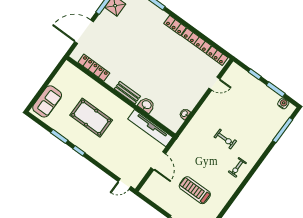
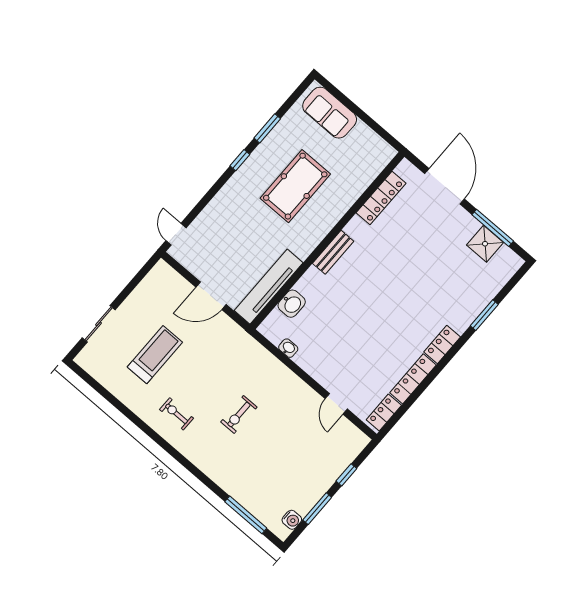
washbasin: (146, 105) -> (292, 304), moved
exercise bike: (237, 167) -> (177, 414), moved

